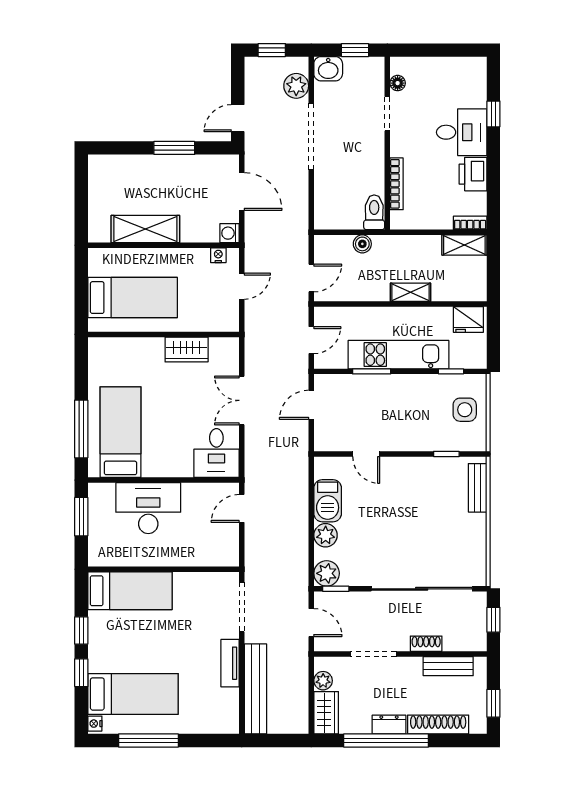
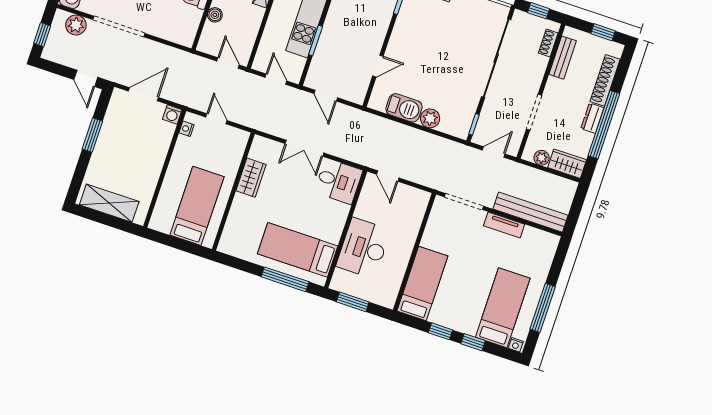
shelving: (145, 229) -> (109, 203), moved, turned 90
plant: (327, 573) -> (460, 127), removed
shoe rack: (426, 644) -> (548, 43), moved

